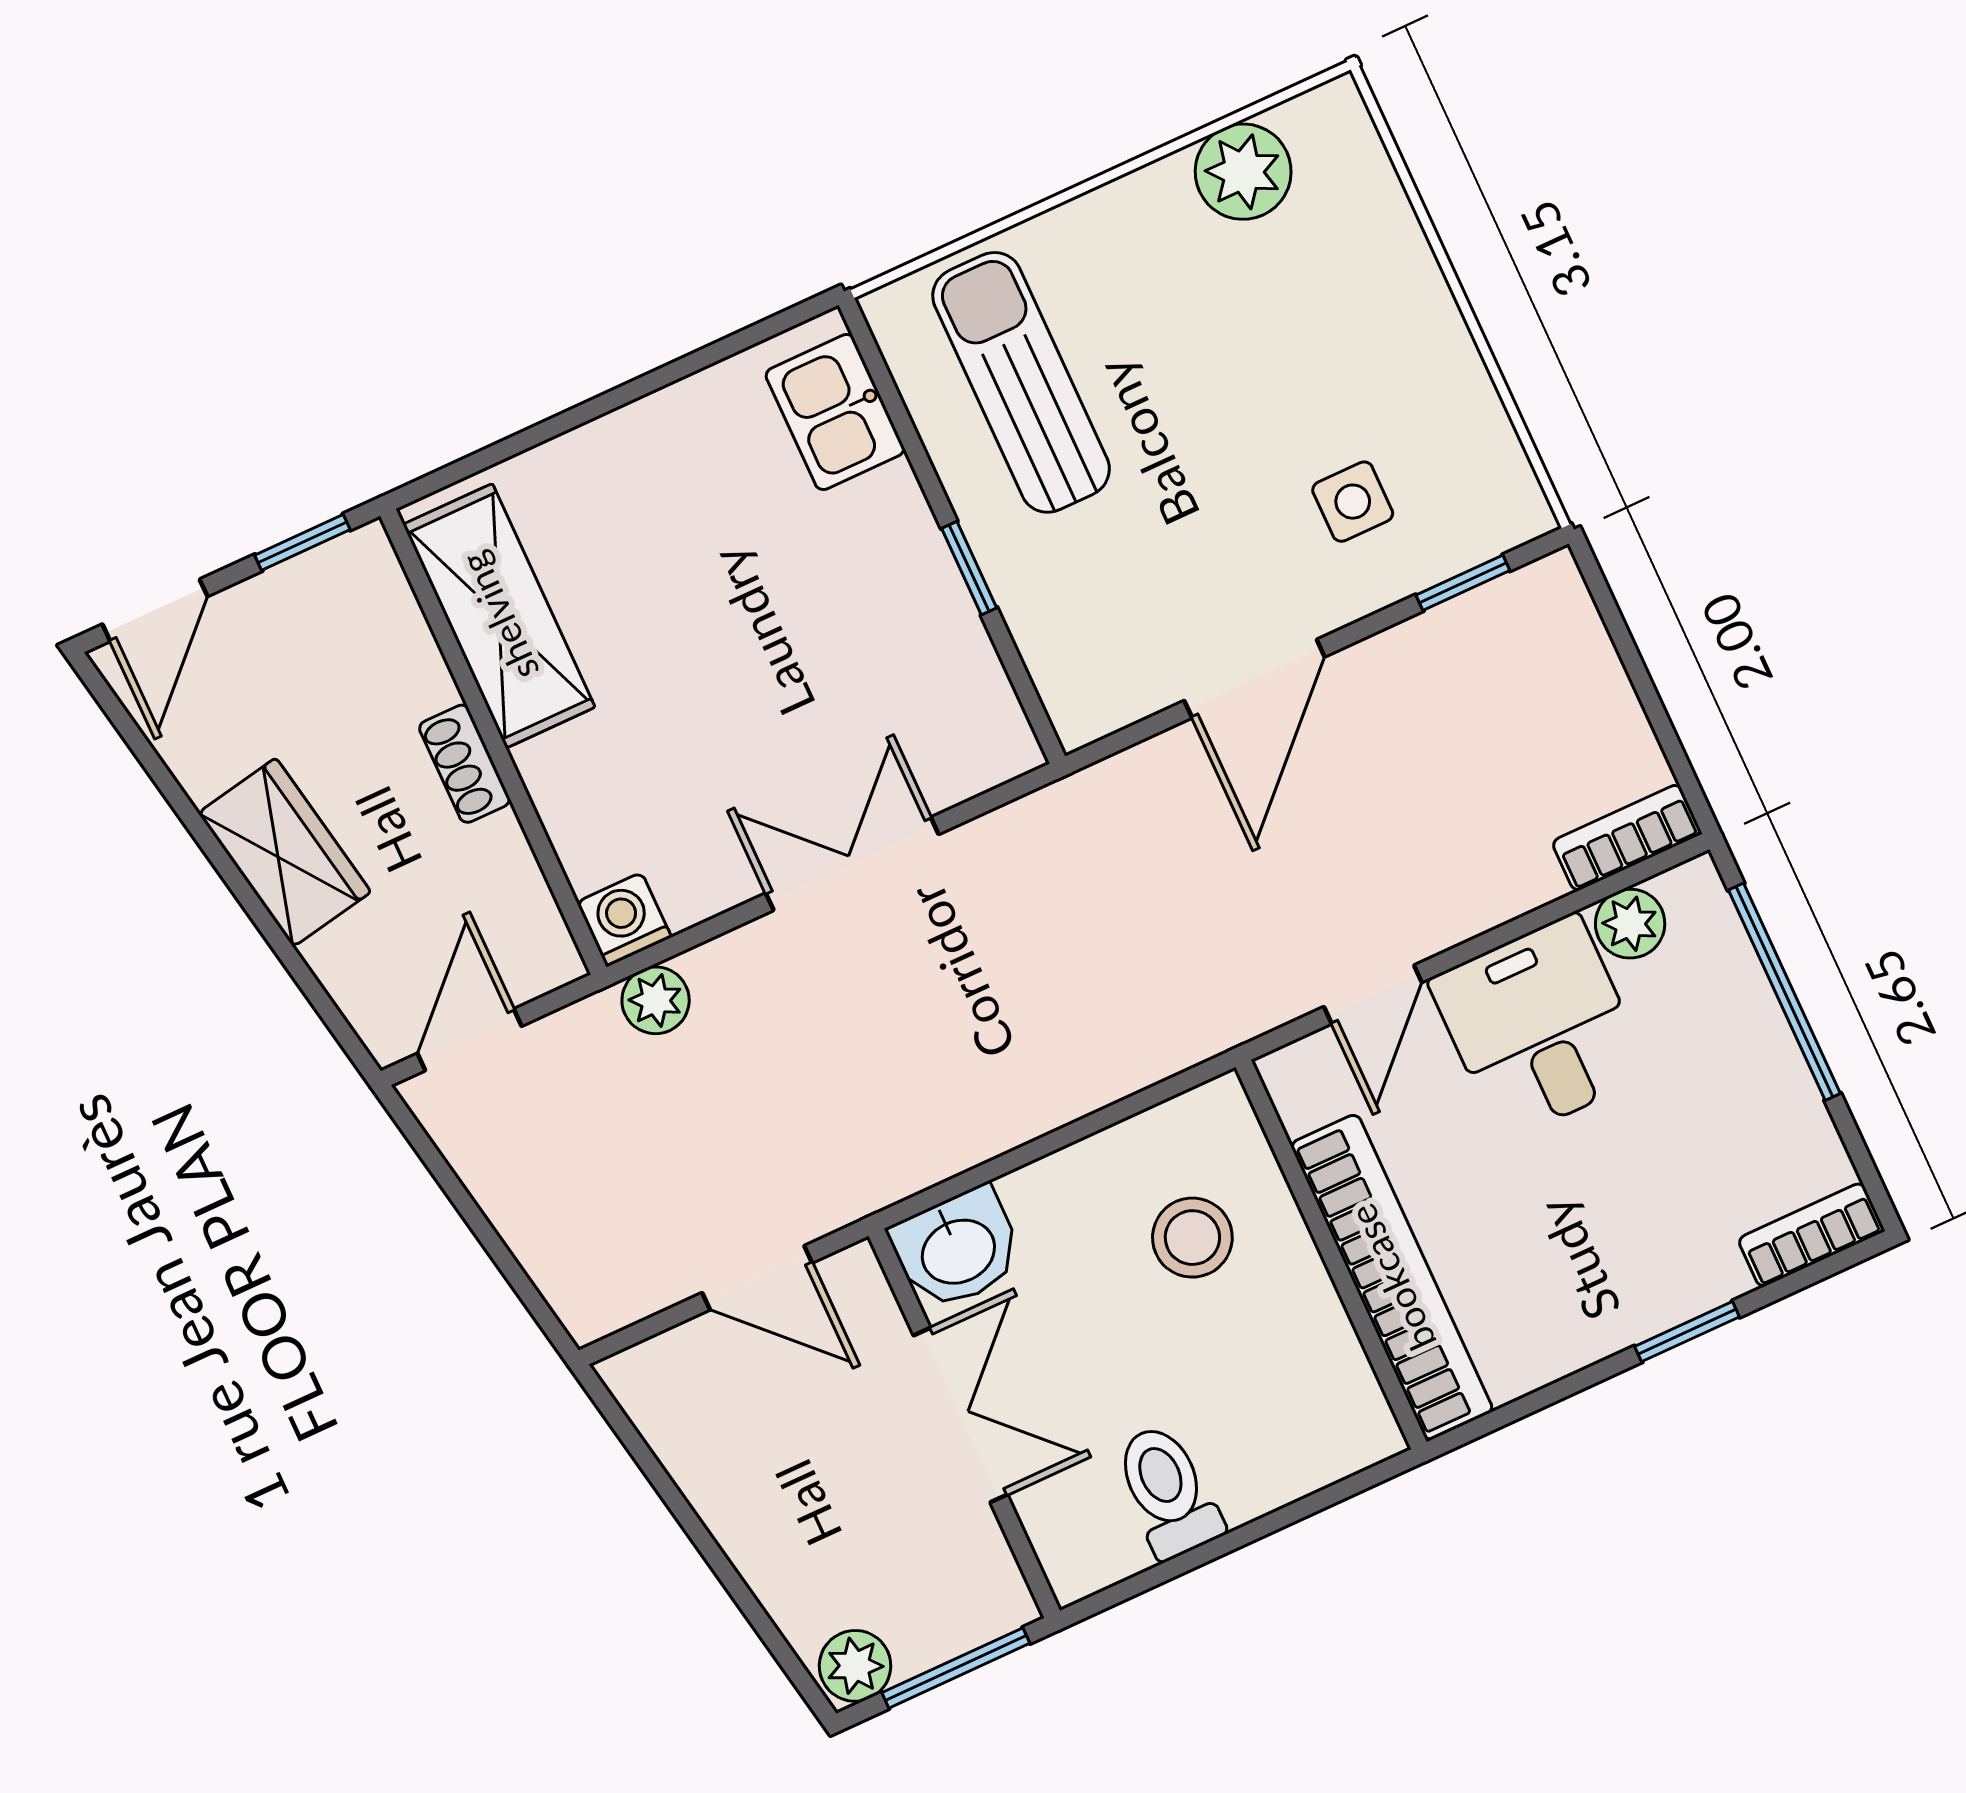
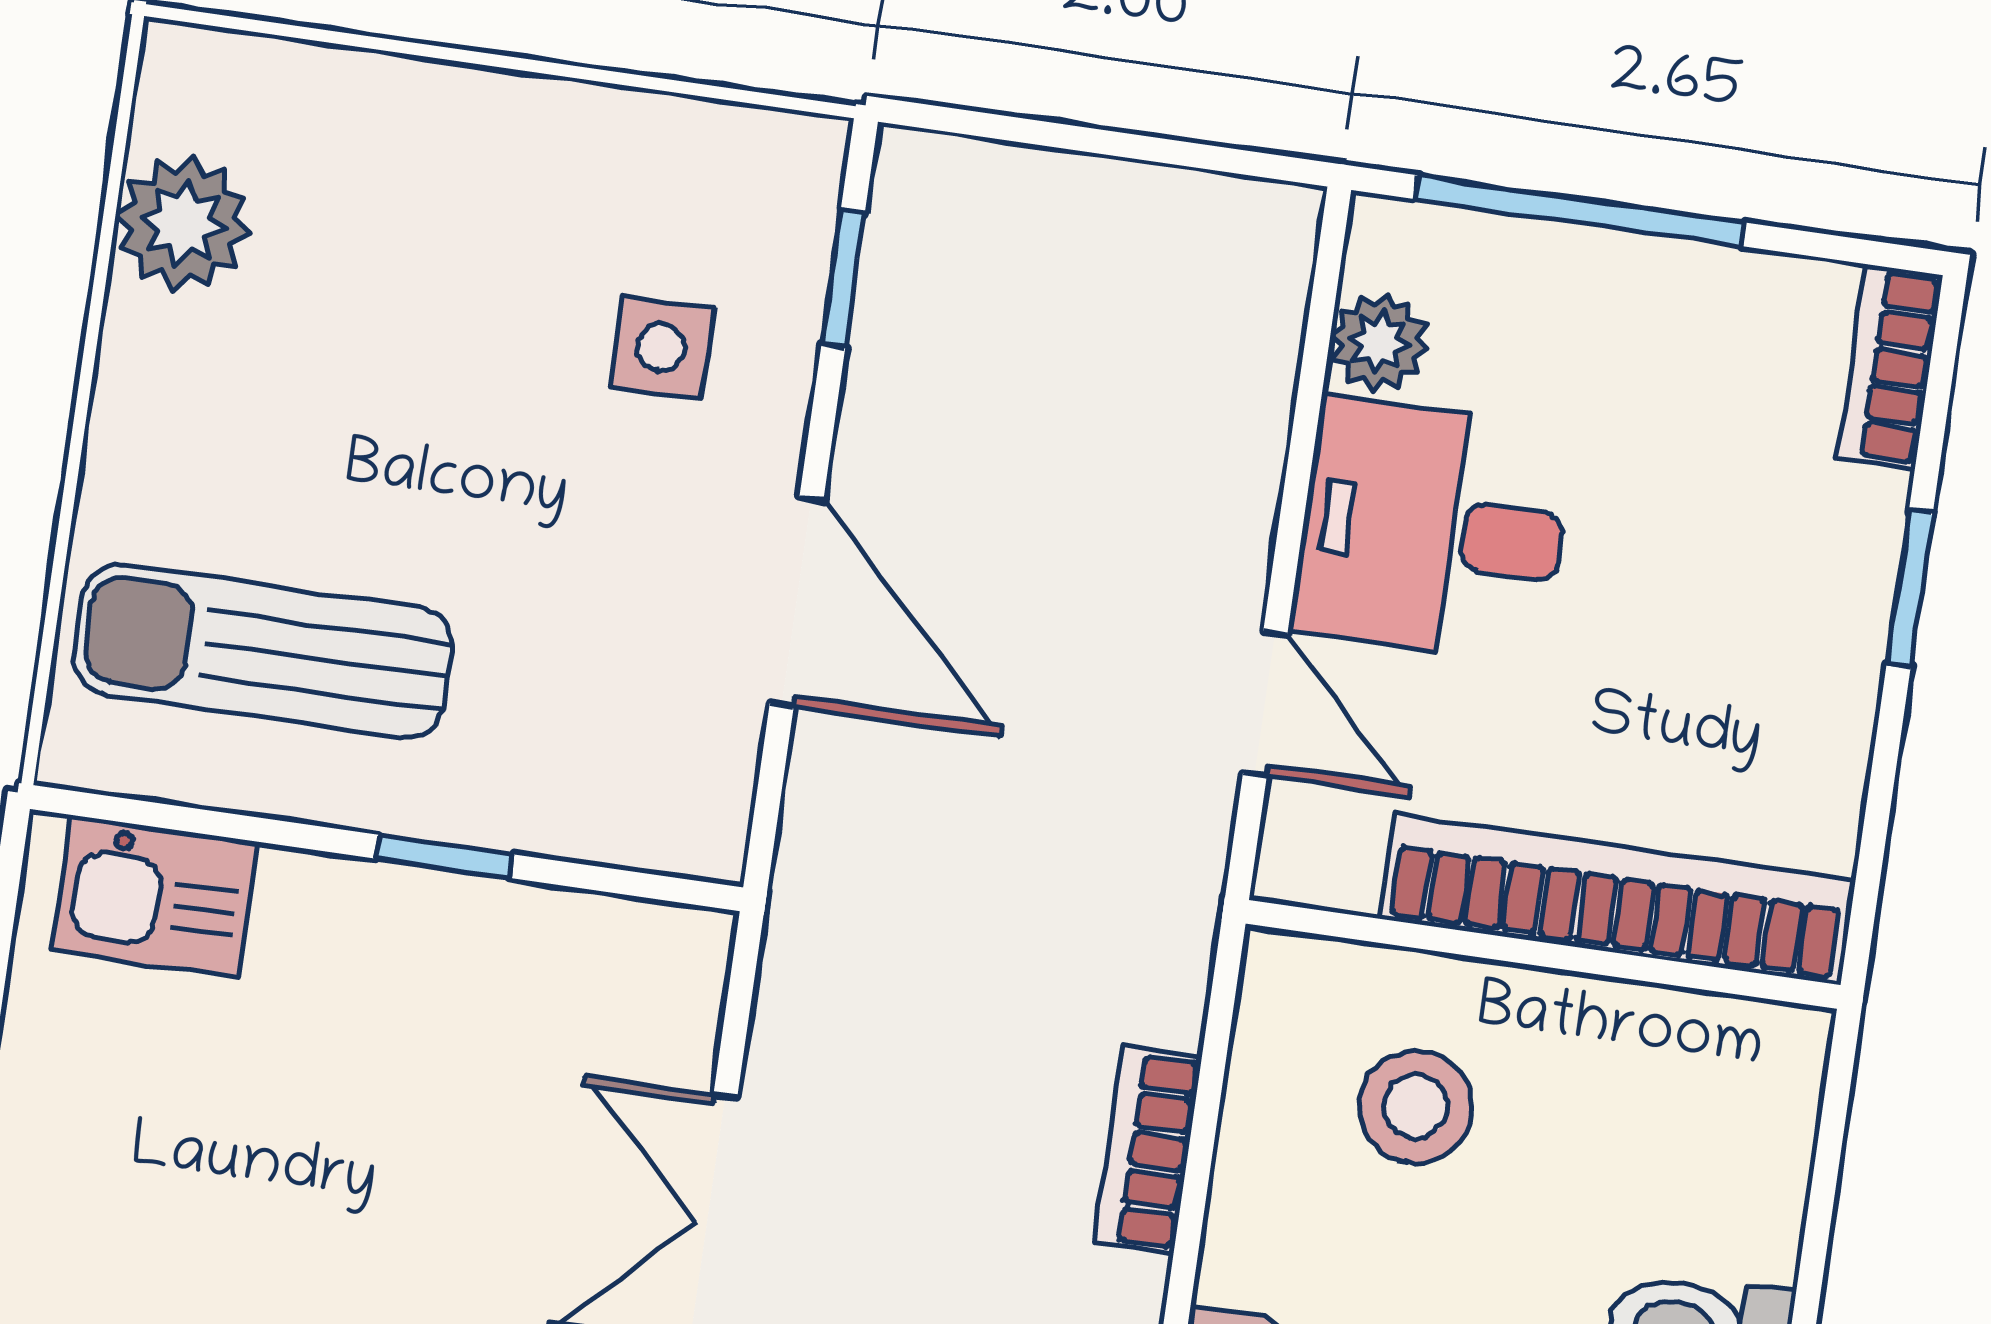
bookcase: (1627, 838) -> (1148, 1150), moved

